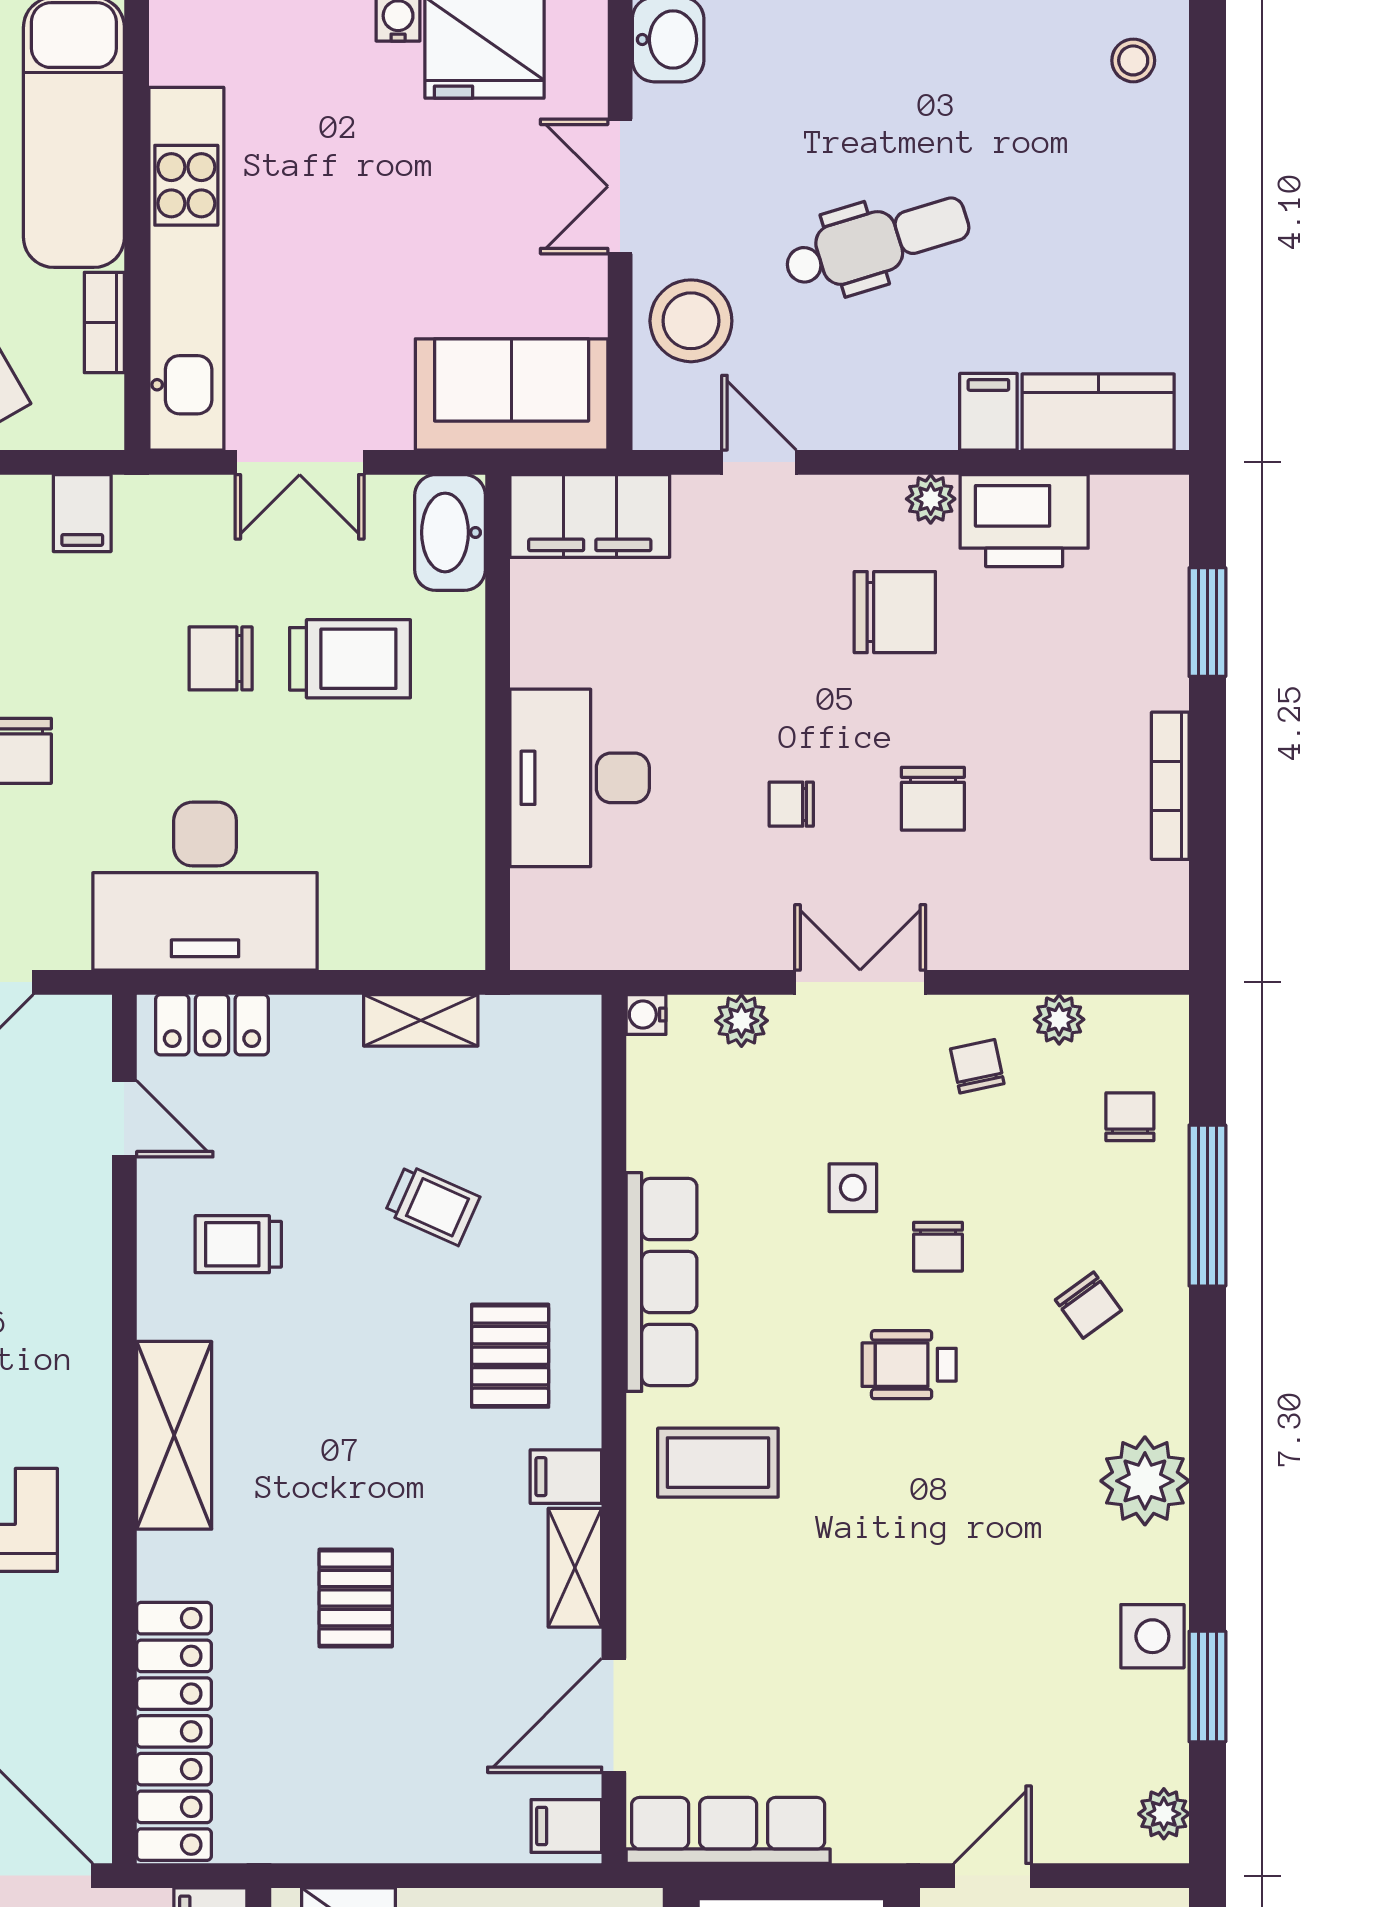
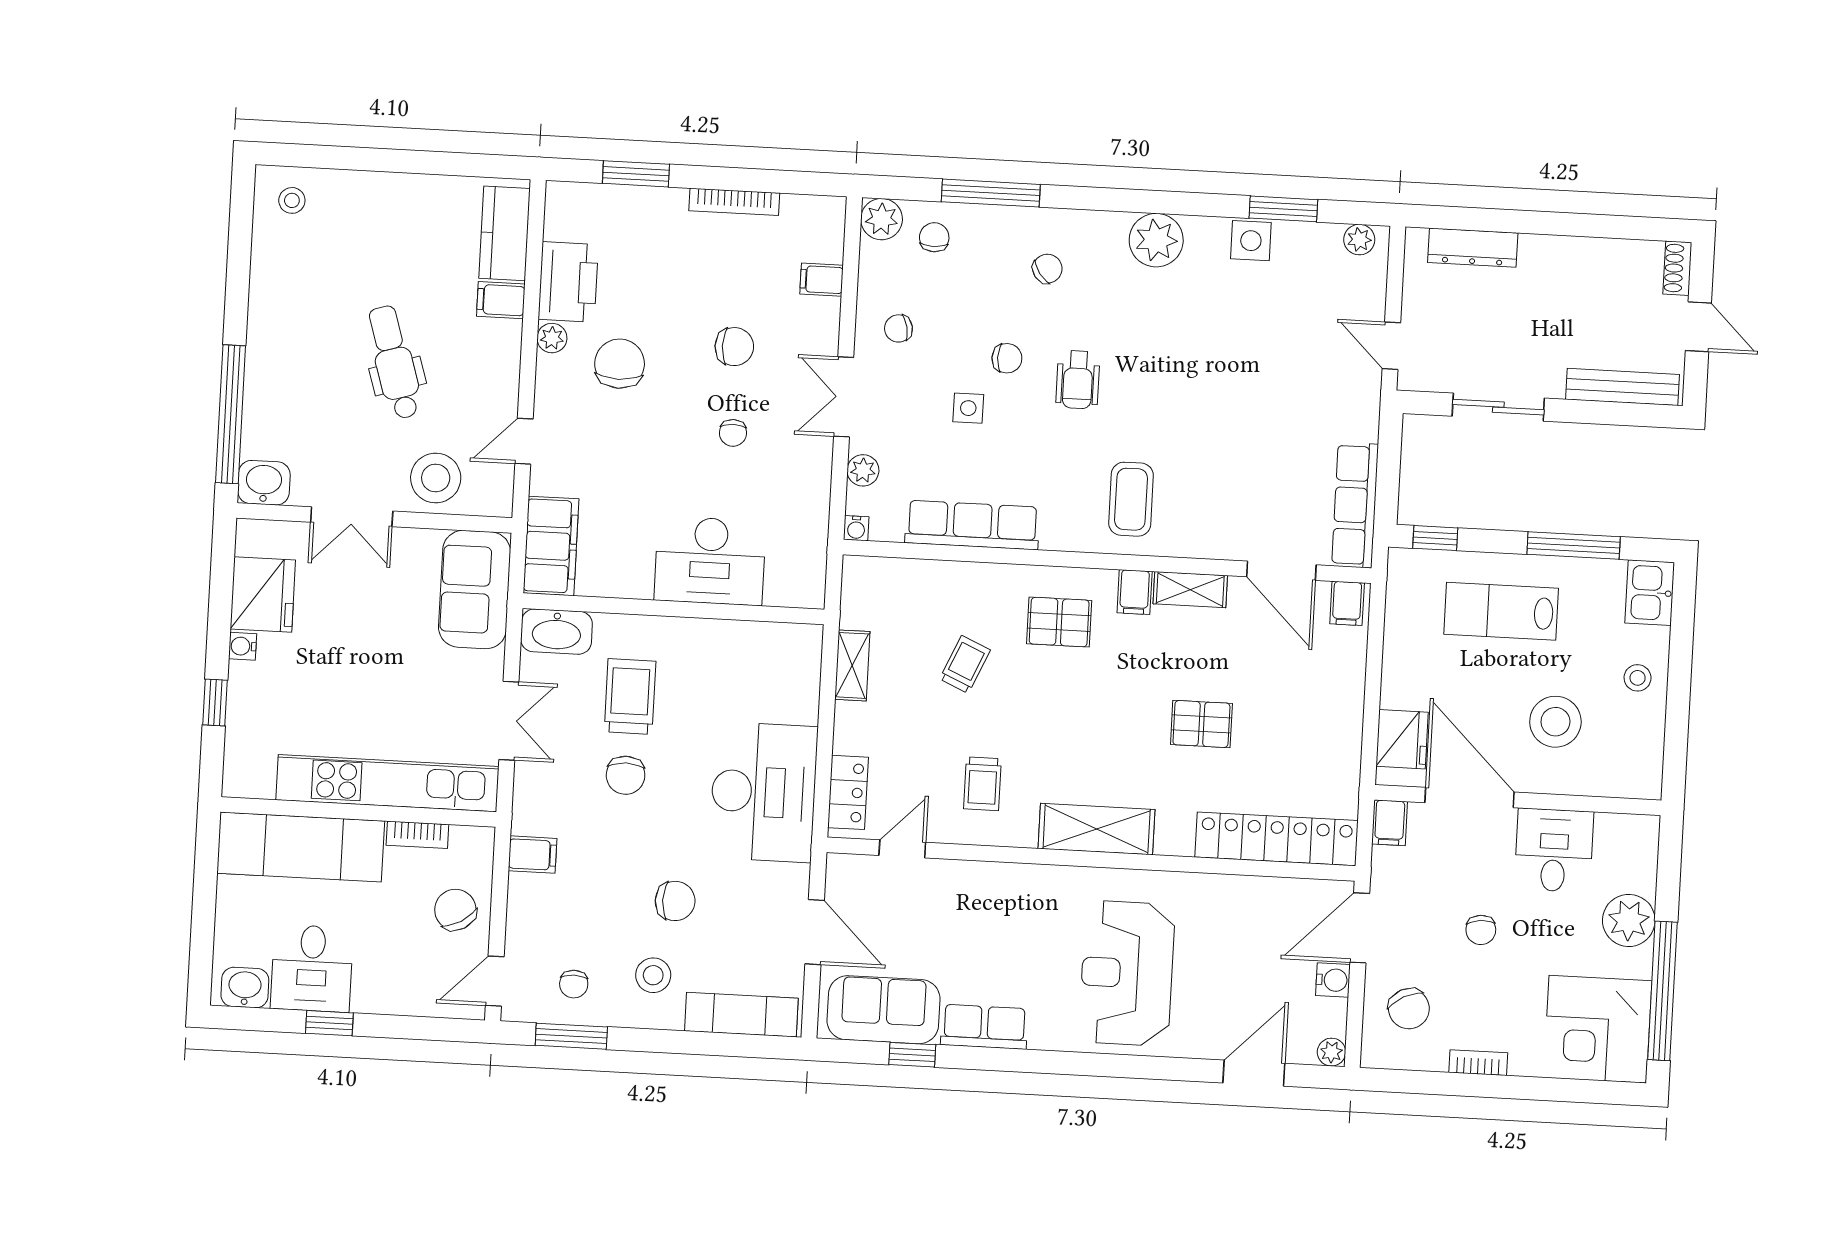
filing cabinet: (1050, 936) -> (822, 280), added
plant: (1059, 1019) -> (882, 219), moved, width x1.38, depth x1.38
chair: (1130, 1117) -> (934, 237), turned 90
row of seats: (662, 1282) -> (972, 525), moved

